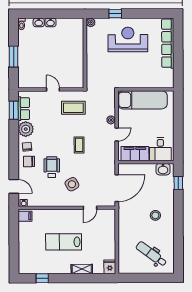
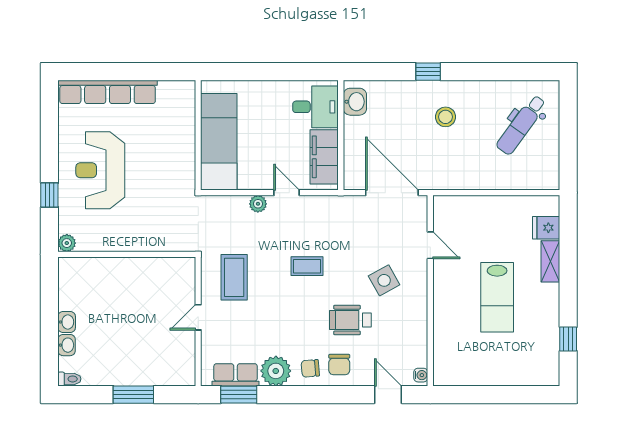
window: (178, 183) -> (428, 72), moved
door: (14, 186) -> (388, 395), hinge flipped
filing cabinet: (25, 216) -> (447, 373), removed
fridge: (110, 267) -> (546, 228), moved

